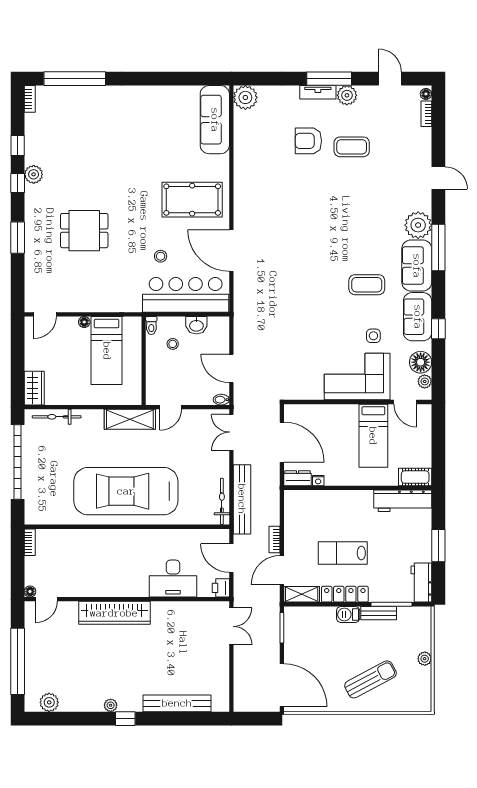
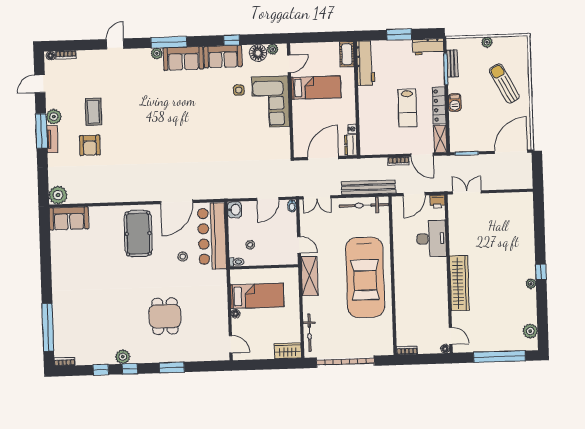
sofa: (215, 120) -> (69, 218), width x0.73
plant: (418, 225) -> (157, 53), width x0.53, depth x0.53
coffee table: (367, 285) -> (199, 96), removed
washbasin: (196, 325) -> (235, 210), moved
bicycle: (222, 501) -> (364, 205), width x1.37, depth x1.40
bench: (379, 613) -> (452, 64), moved
bench: (177, 703) -> (528, 232), removed

